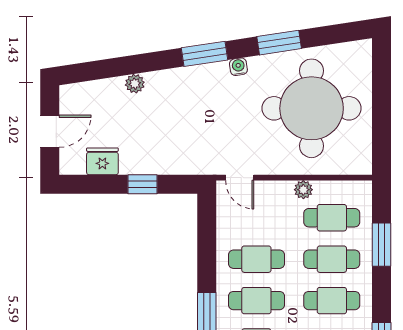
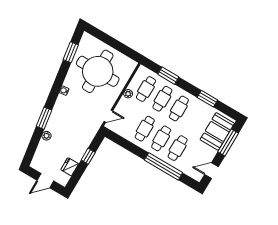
window: (279, 43) -> (71, 52), moved
window: (205, 54) -> (44, 118), moved
door: (50, 131) -> (45, 181), swing flipped

